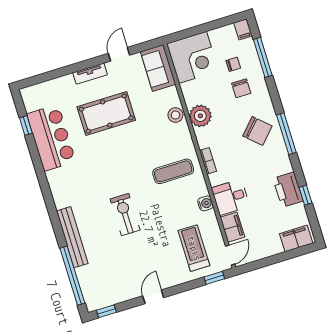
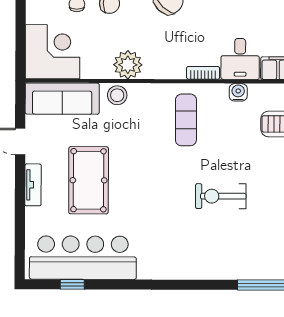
sofa: (158, 68) -> (62, 99), width x1.36
bar counter: (51, 138) -> (83, 258), width x1.36
bookcase: (208, 161) -> (203, 73), moved
bench: (72, 237) -> (228, 270), removed

